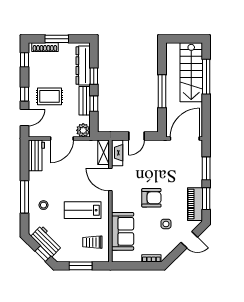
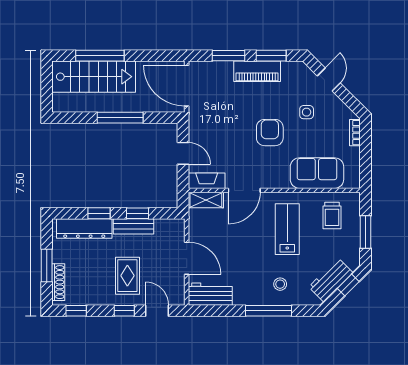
plant: (83, 130) -> (175, 228), removed
piano: (195, 204) -> (257, 71), moved
lab bench: (83, 210) -> (287, 229), turned 180

